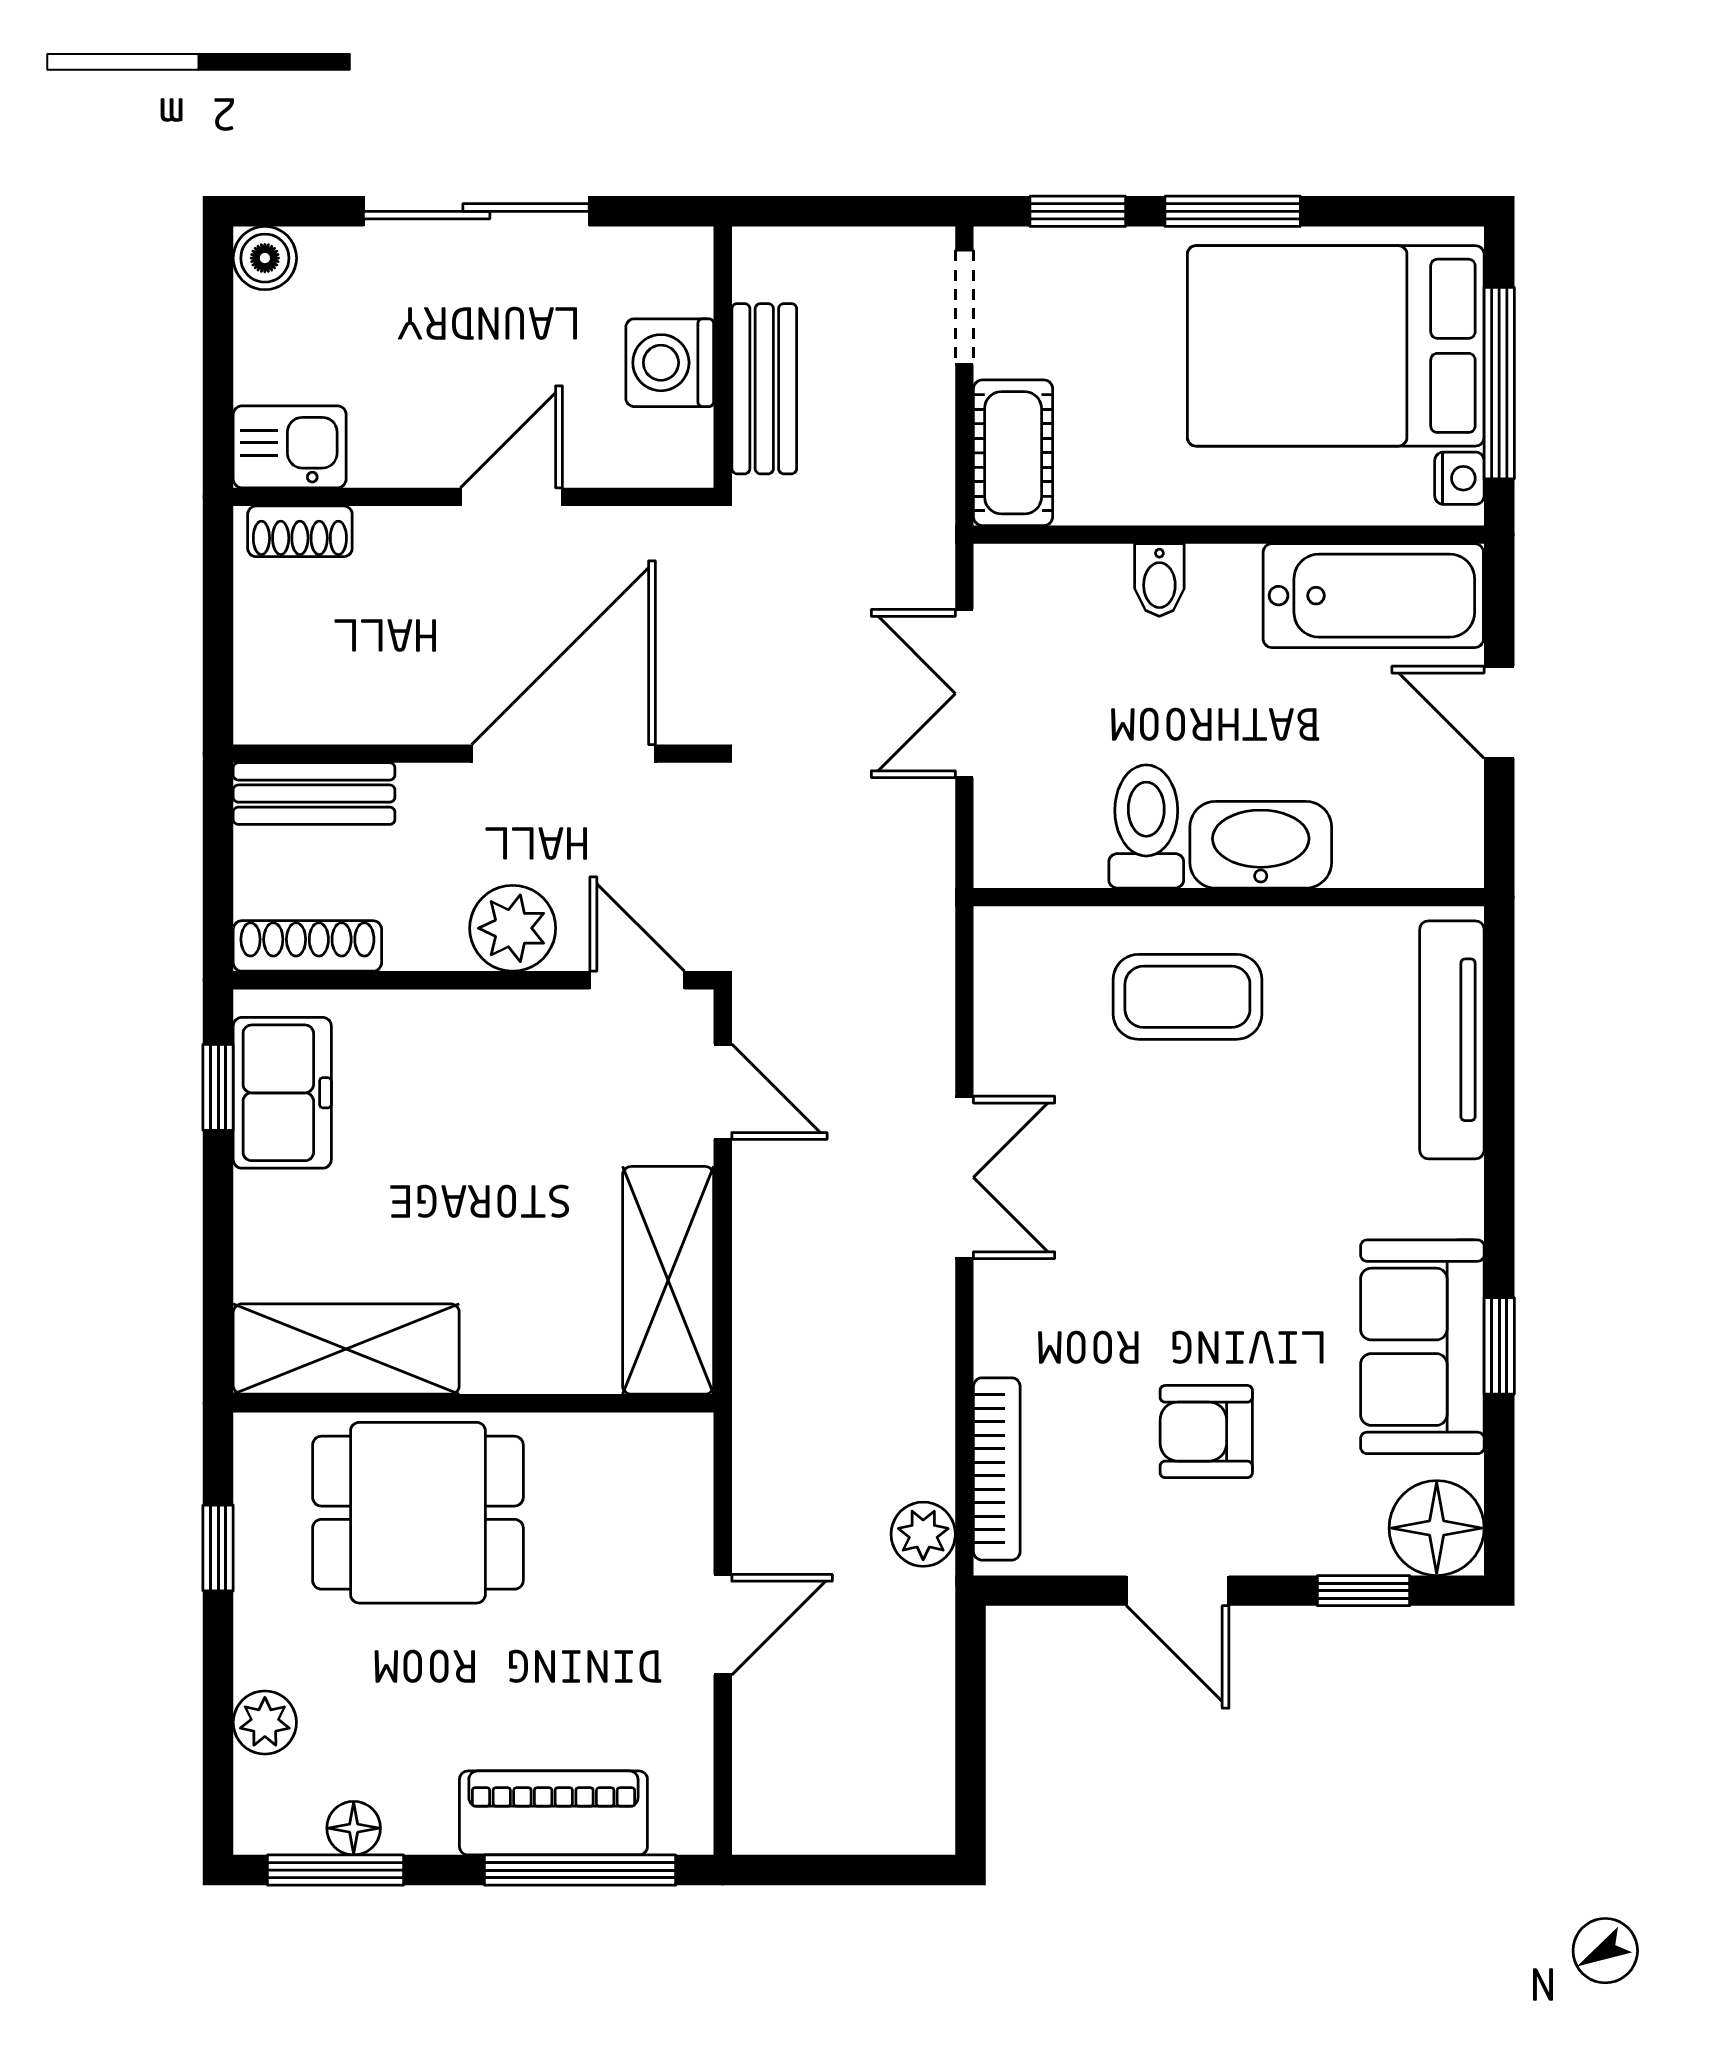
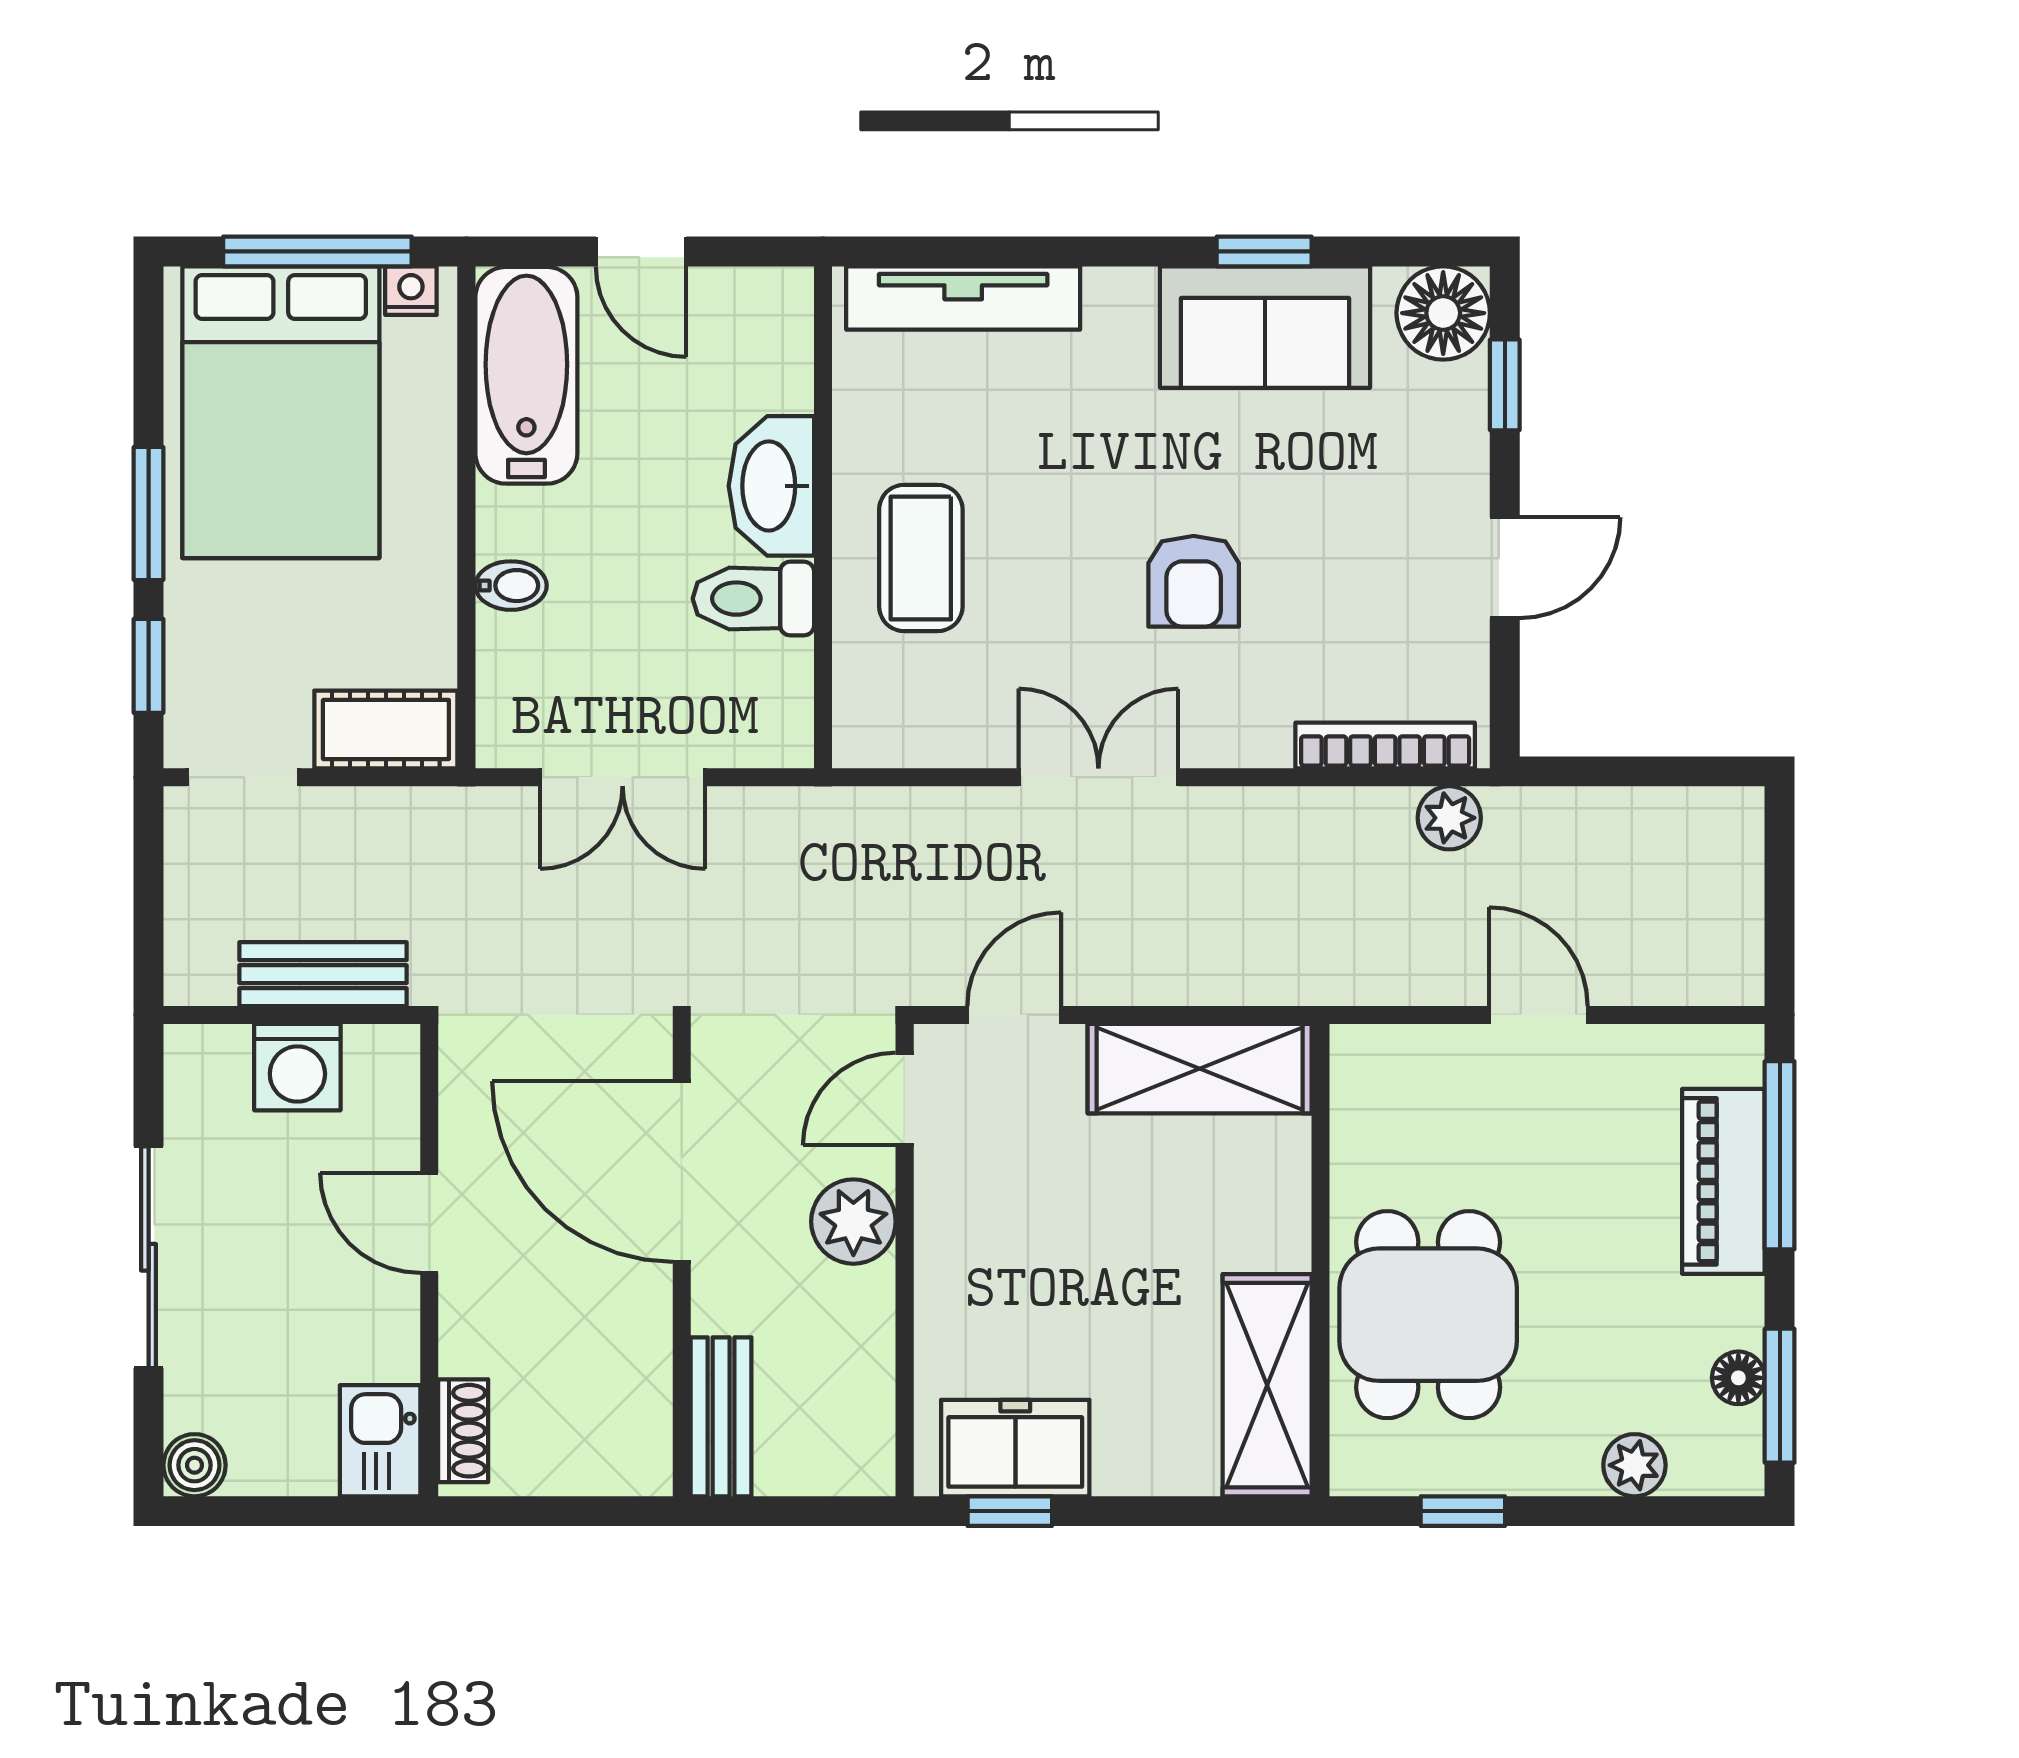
door: (1499, 712) -> (641, 251), hinge flipped
shoe rack: (307, 946) -> (871, 1423), removed
armchair: (1206, 1432) -> (1194, 581), moved

